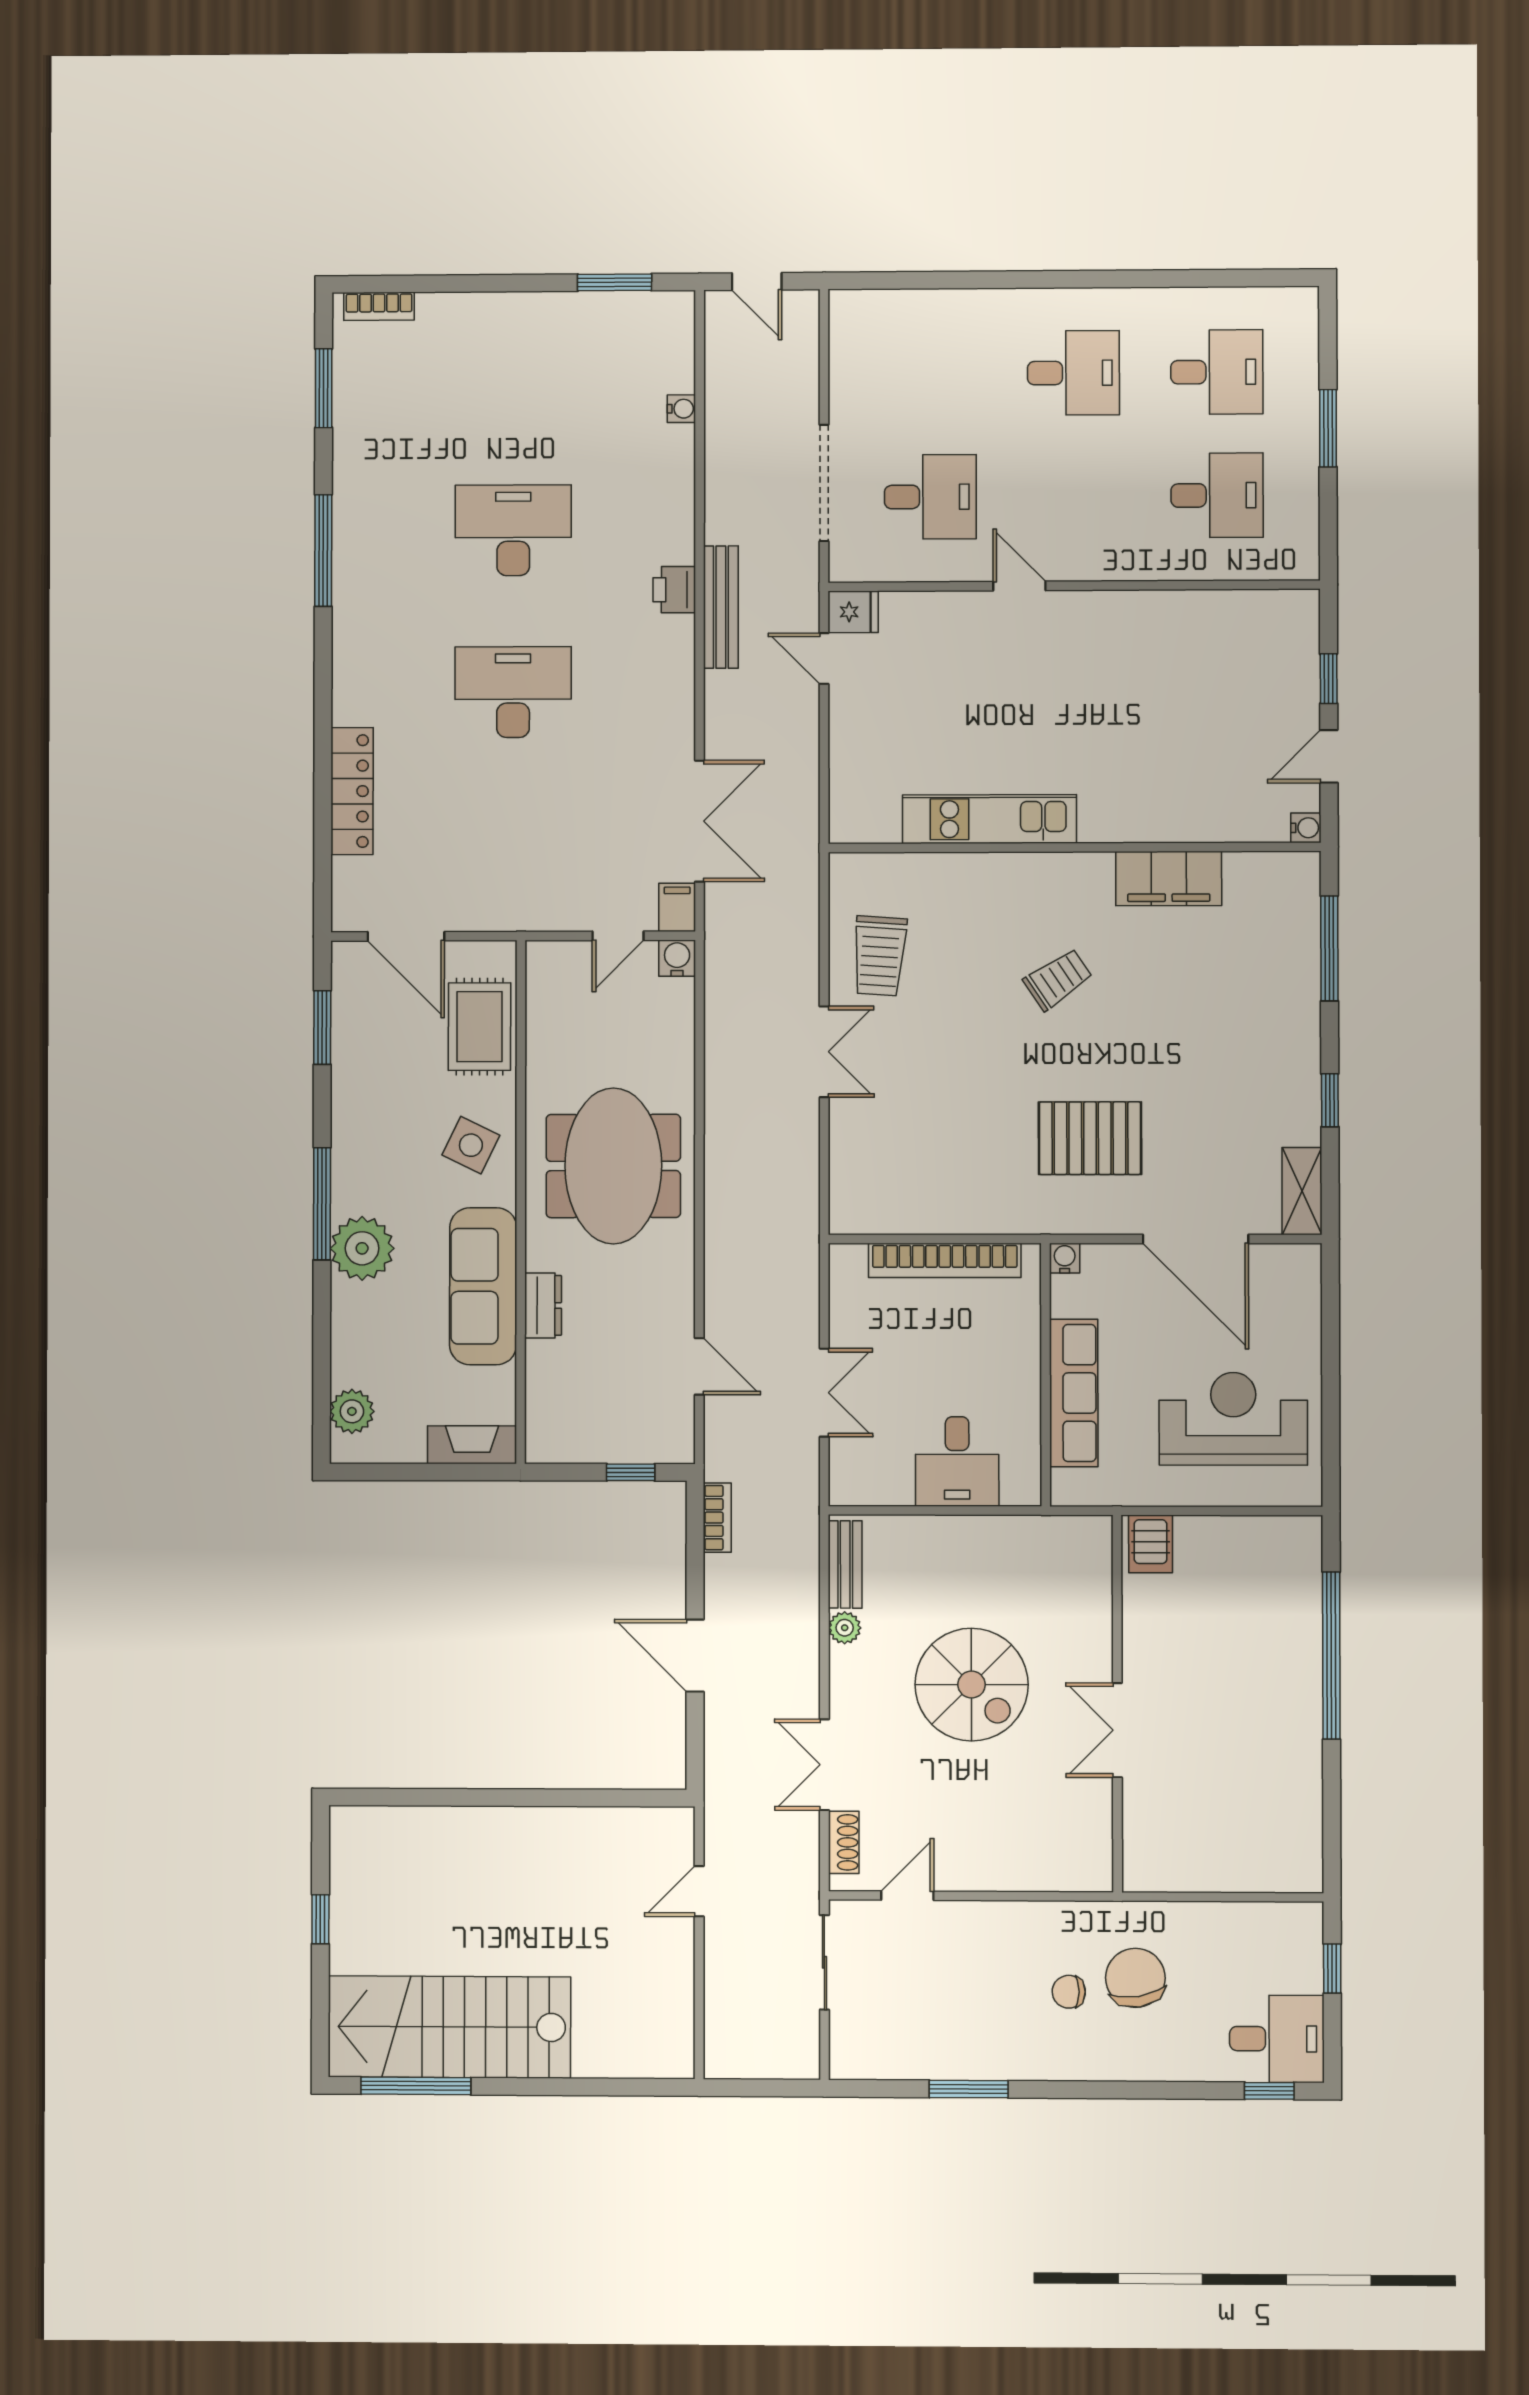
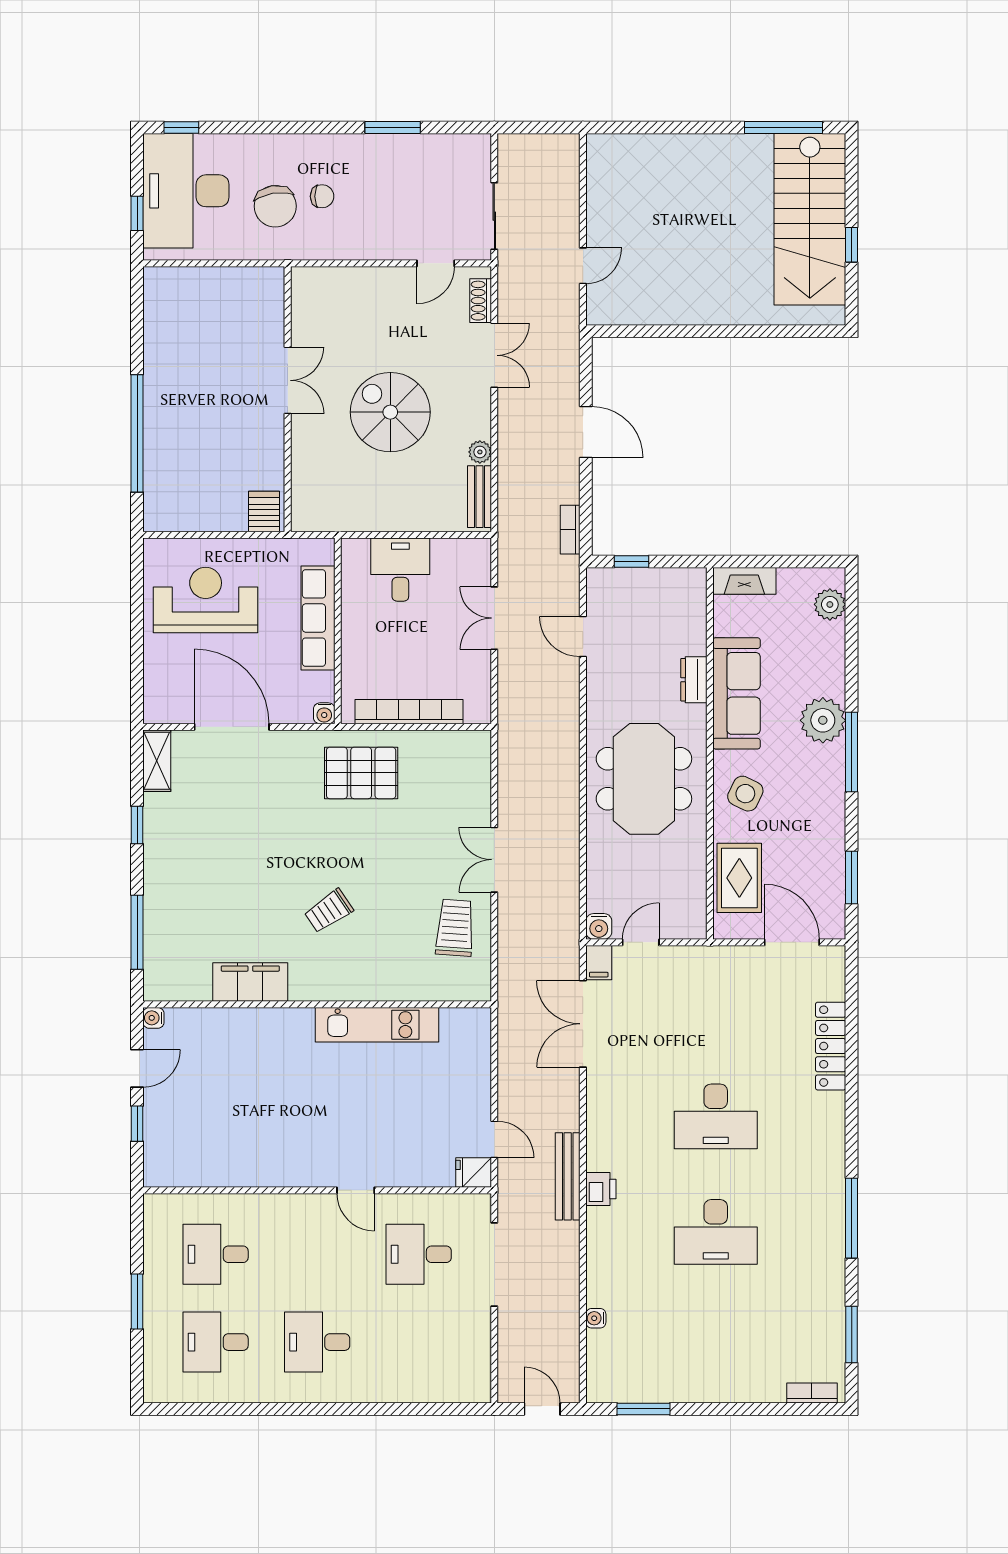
pallet: (1090, 1138) -> (361, 773), moved
reception desk: (1233, 1419) -> (206, 600), turned 180
stairs: (449, 2027) -> (810, 219), moved, turned 90
desk: (1277, 2039) -> (186, 191), width x1.87, depth x1.30

